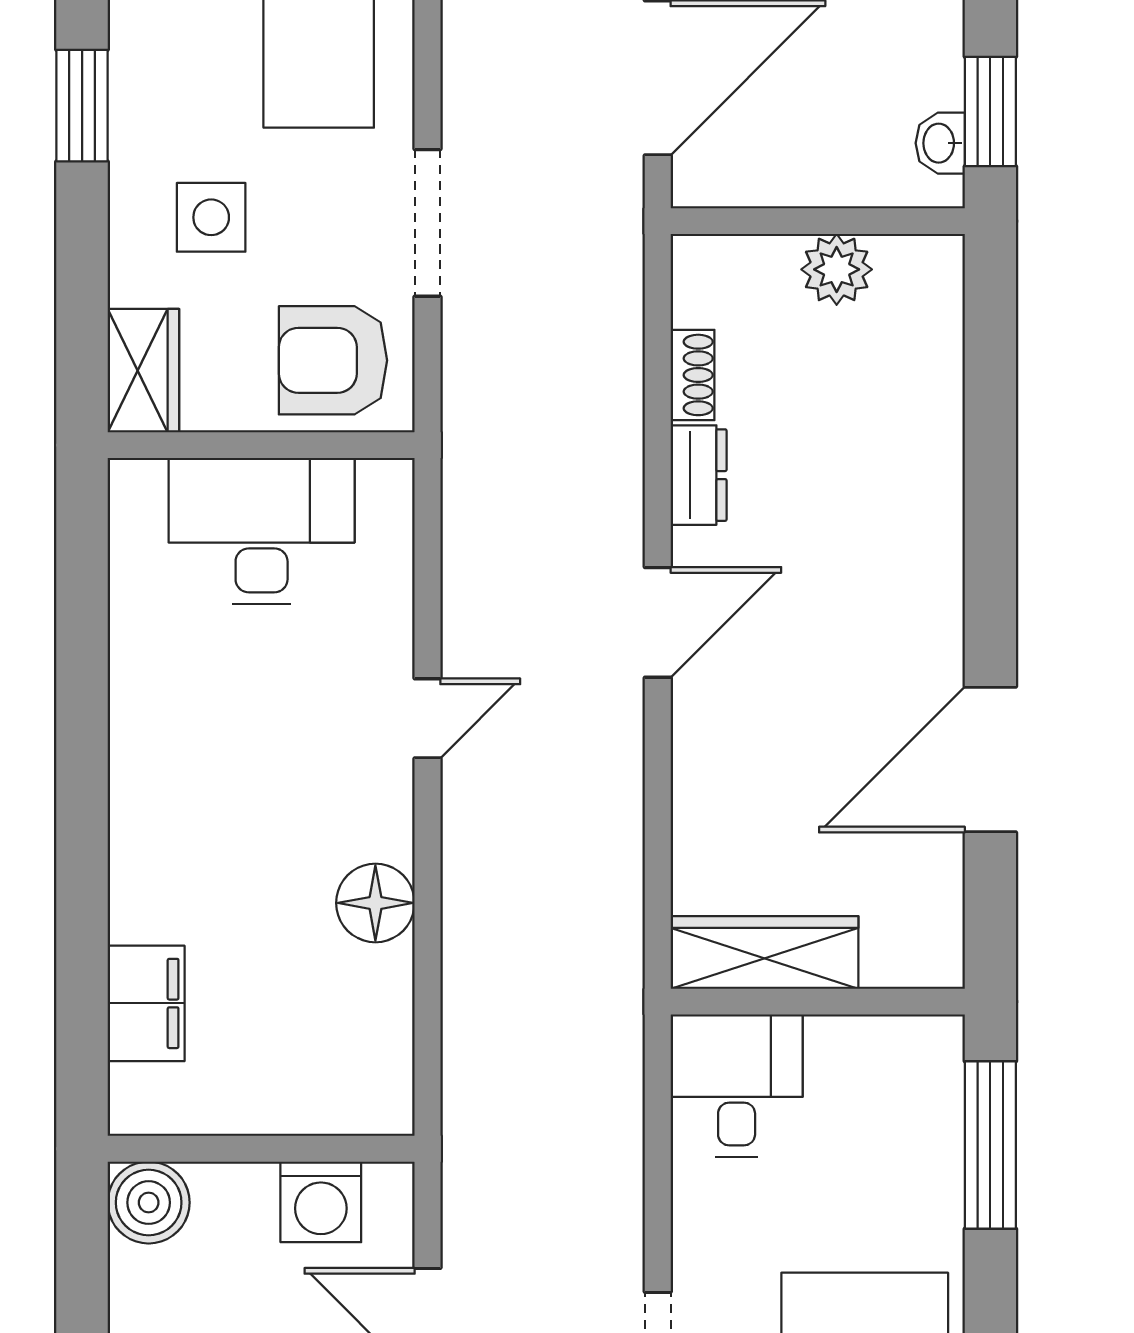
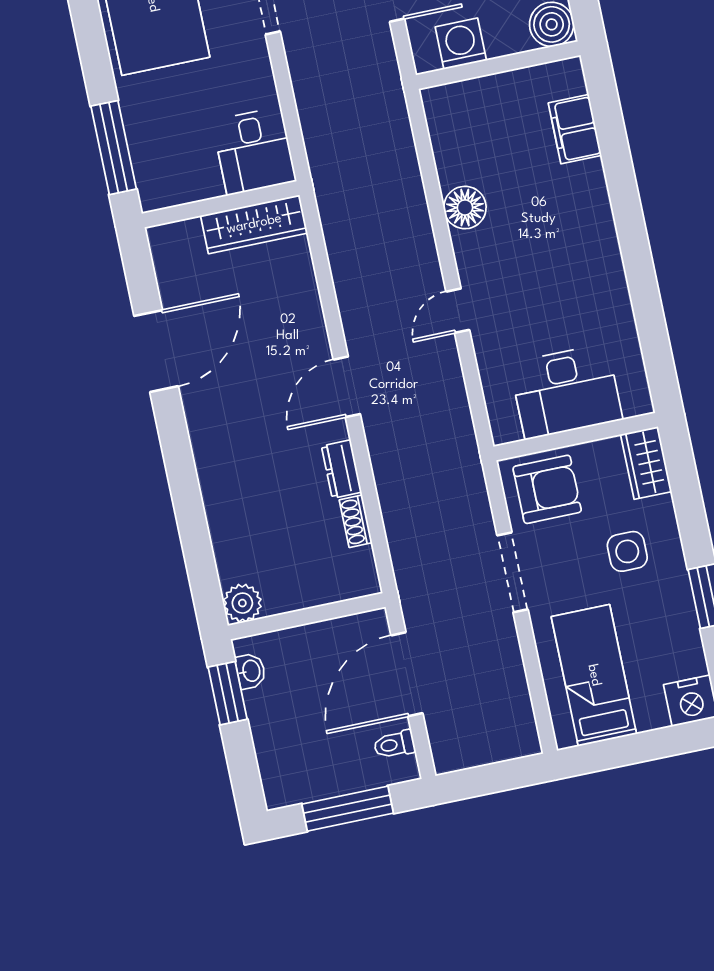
plant: (837, 269) -> (242, 603), moved

